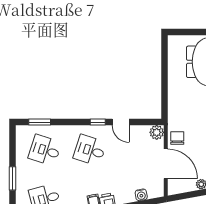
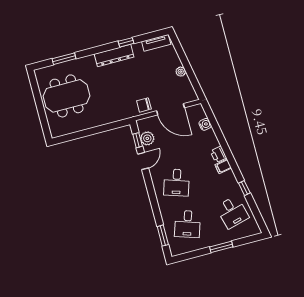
window: (98, 122) -> (138, 140), moved
plant: (157, 132) -> (147, 138), moved
door: (166, 164) -> (171, 109), swing flipped

